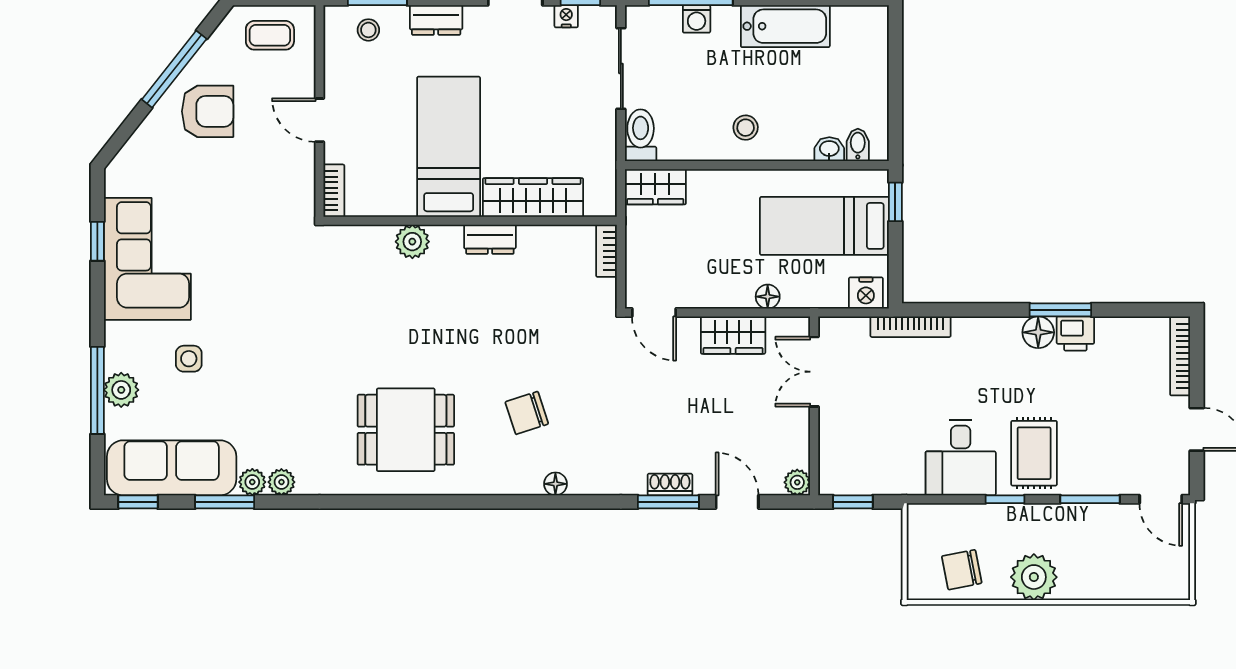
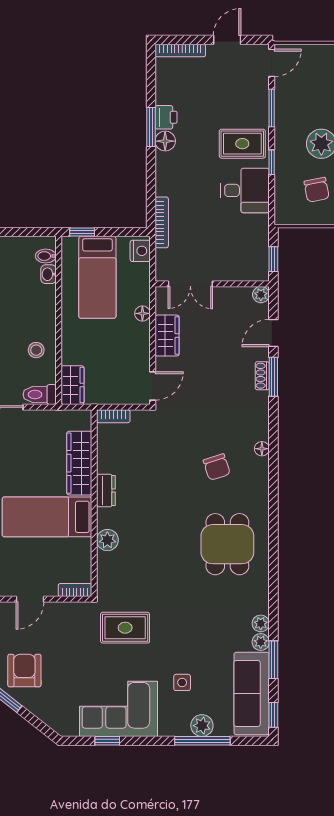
stool: (746, 128) -> (36, 350), moved
rug: (275, 269) -> (125, 628), added

